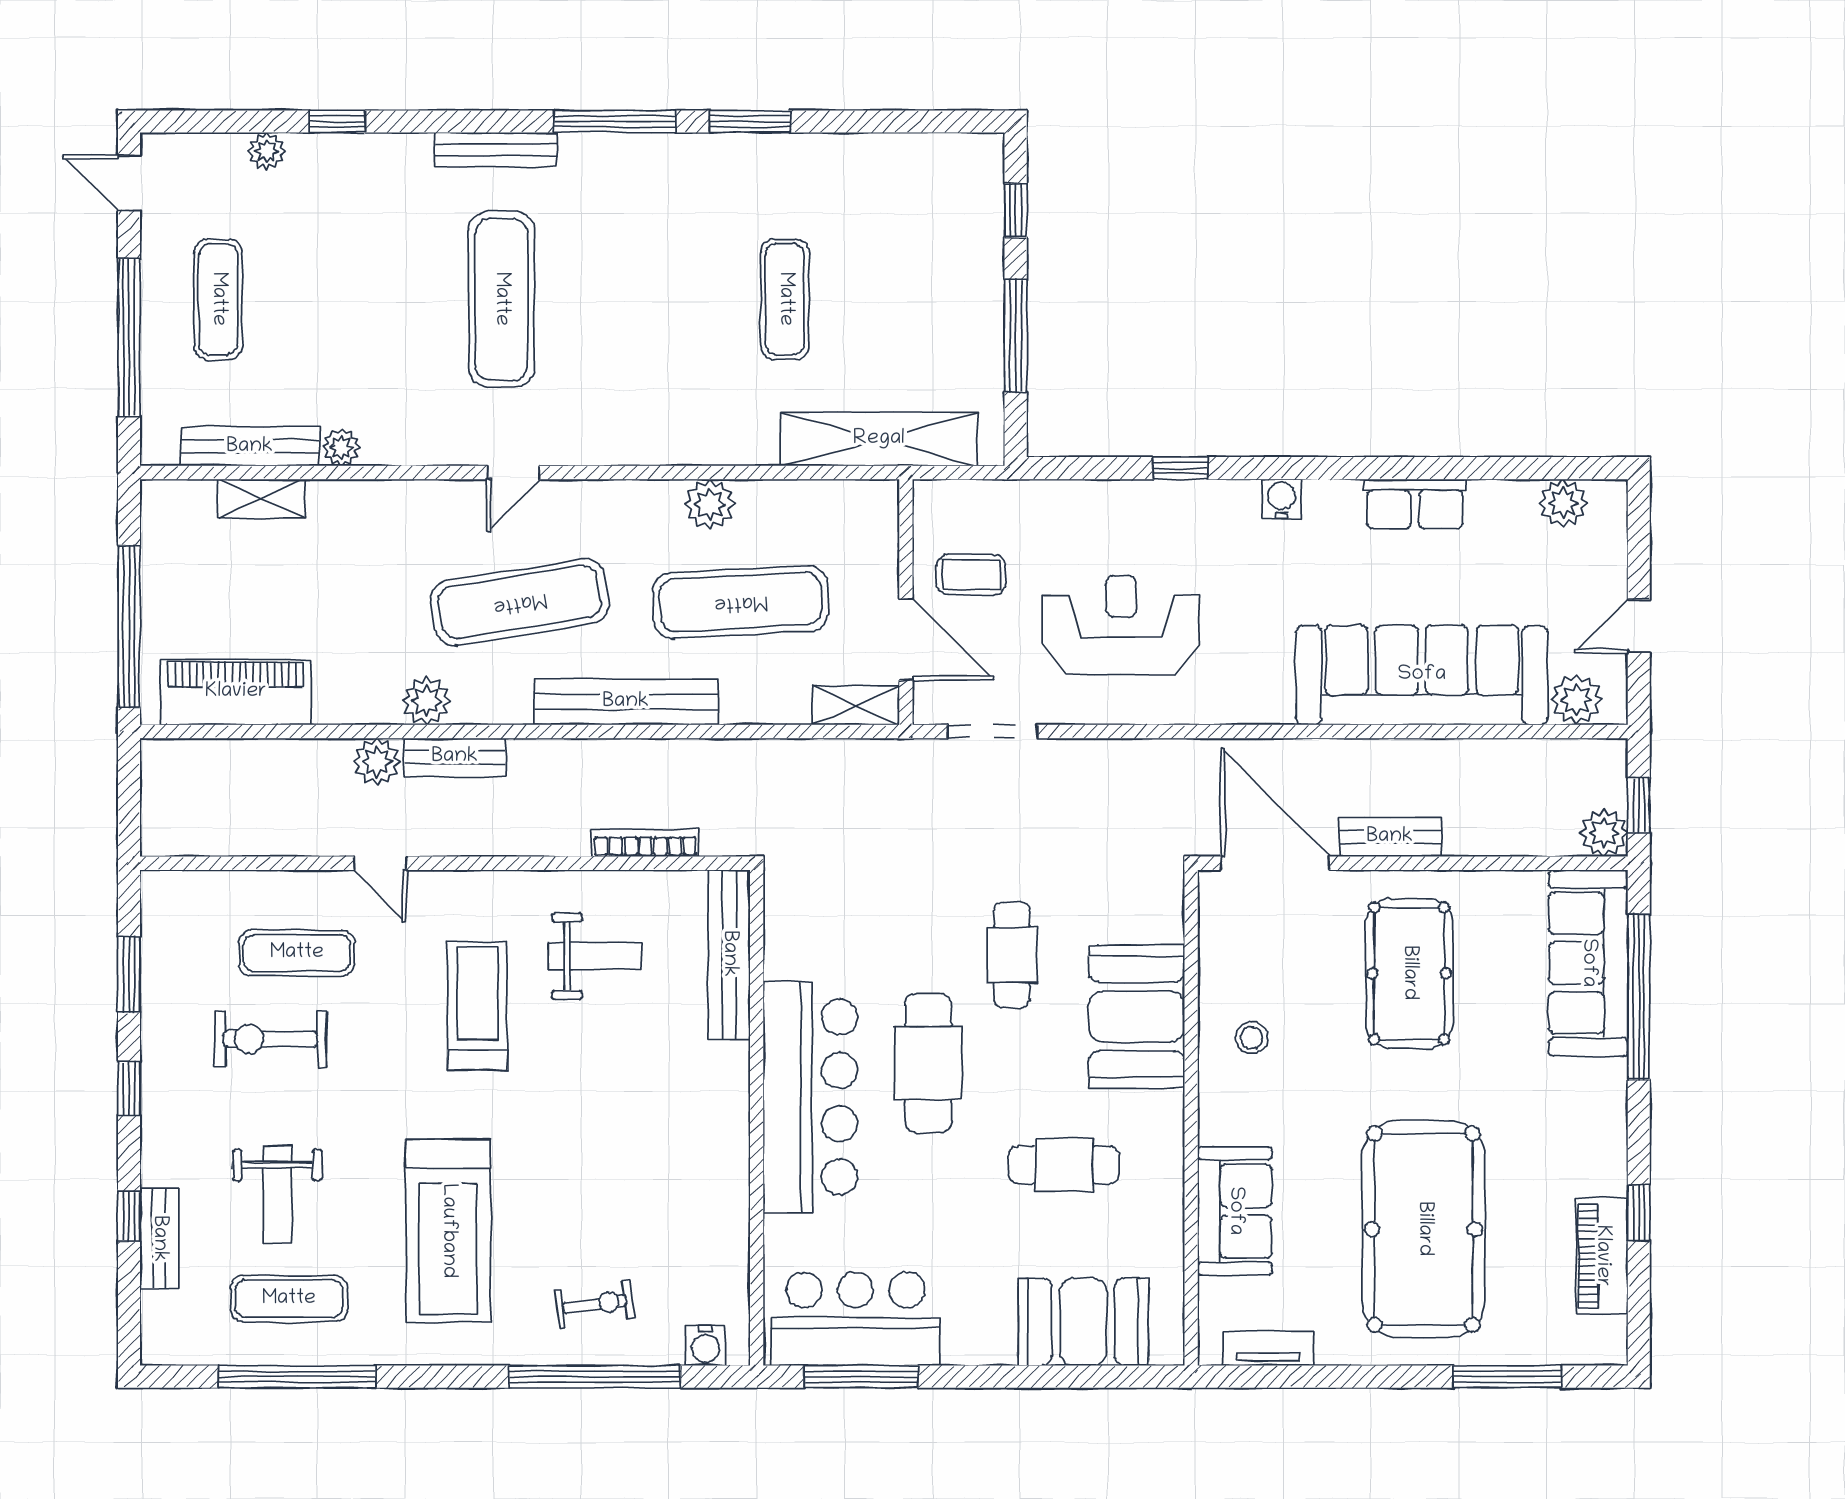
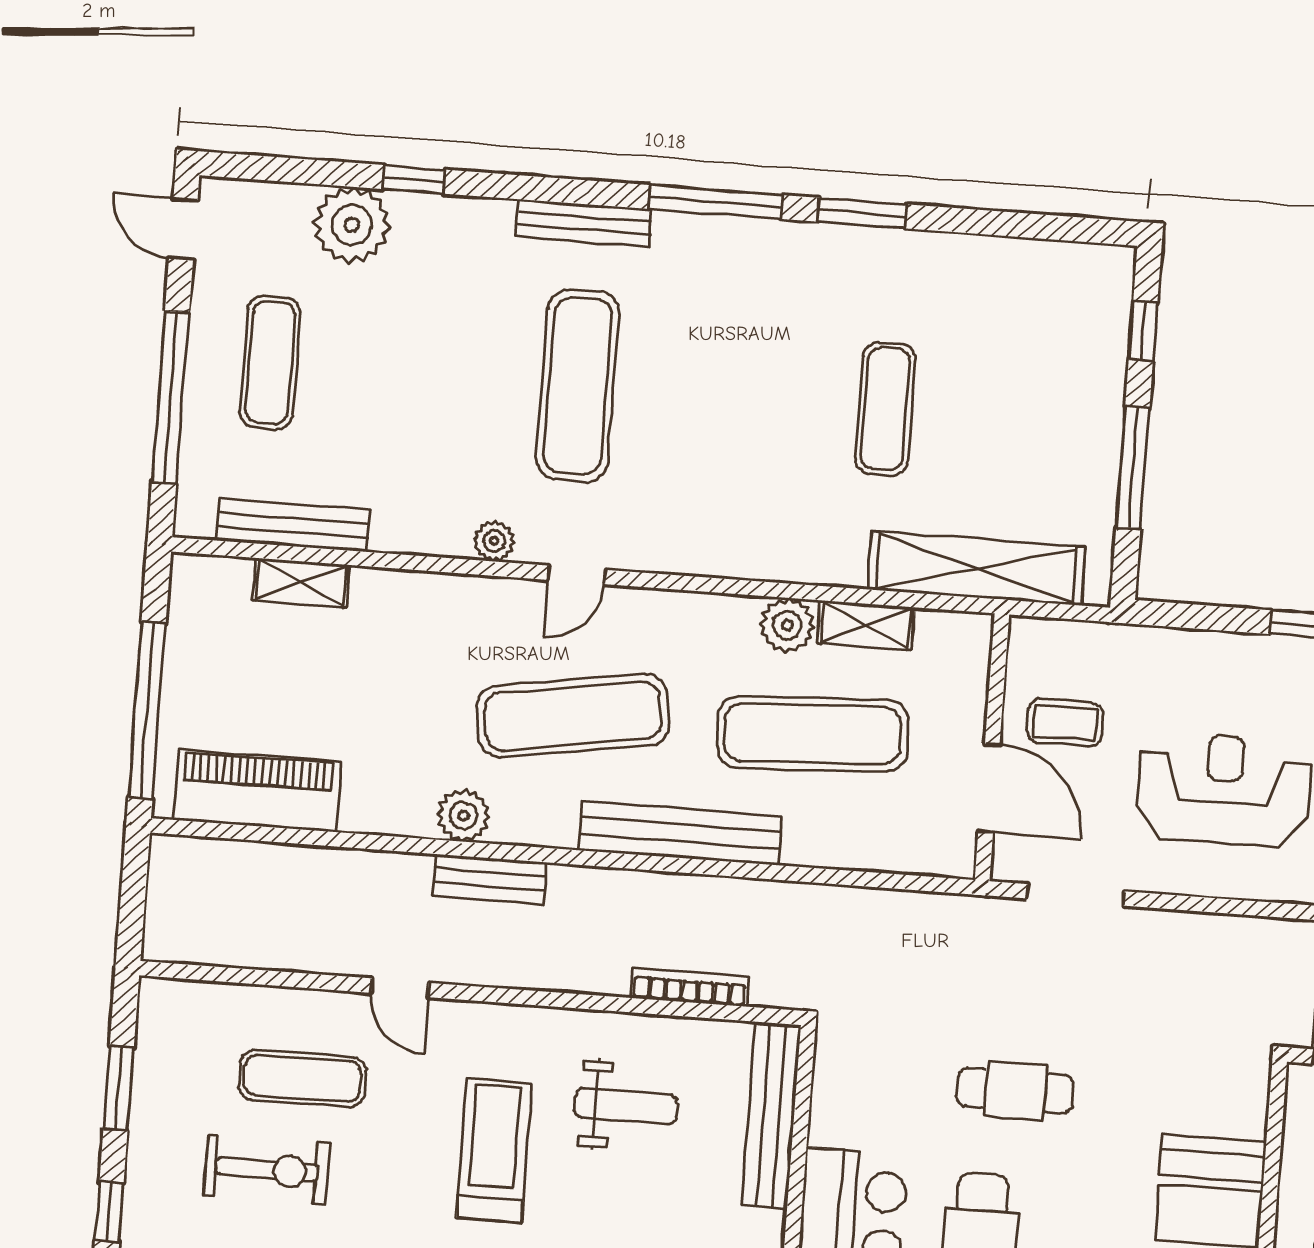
plant: (267, 151) -> (352, 225), width x1.87, depth x1.87
plant: (341, 447) -> (494, 541), moved
shelving: (856, 705) -> (866, 625), moved
plant: (377, 762) -> (405, 878), removed
cafe table: (1012, 955) -> (1015, 1091), moved, turned 90
exercise bike: (270, 1039) -> (267, 1170), turned 180

